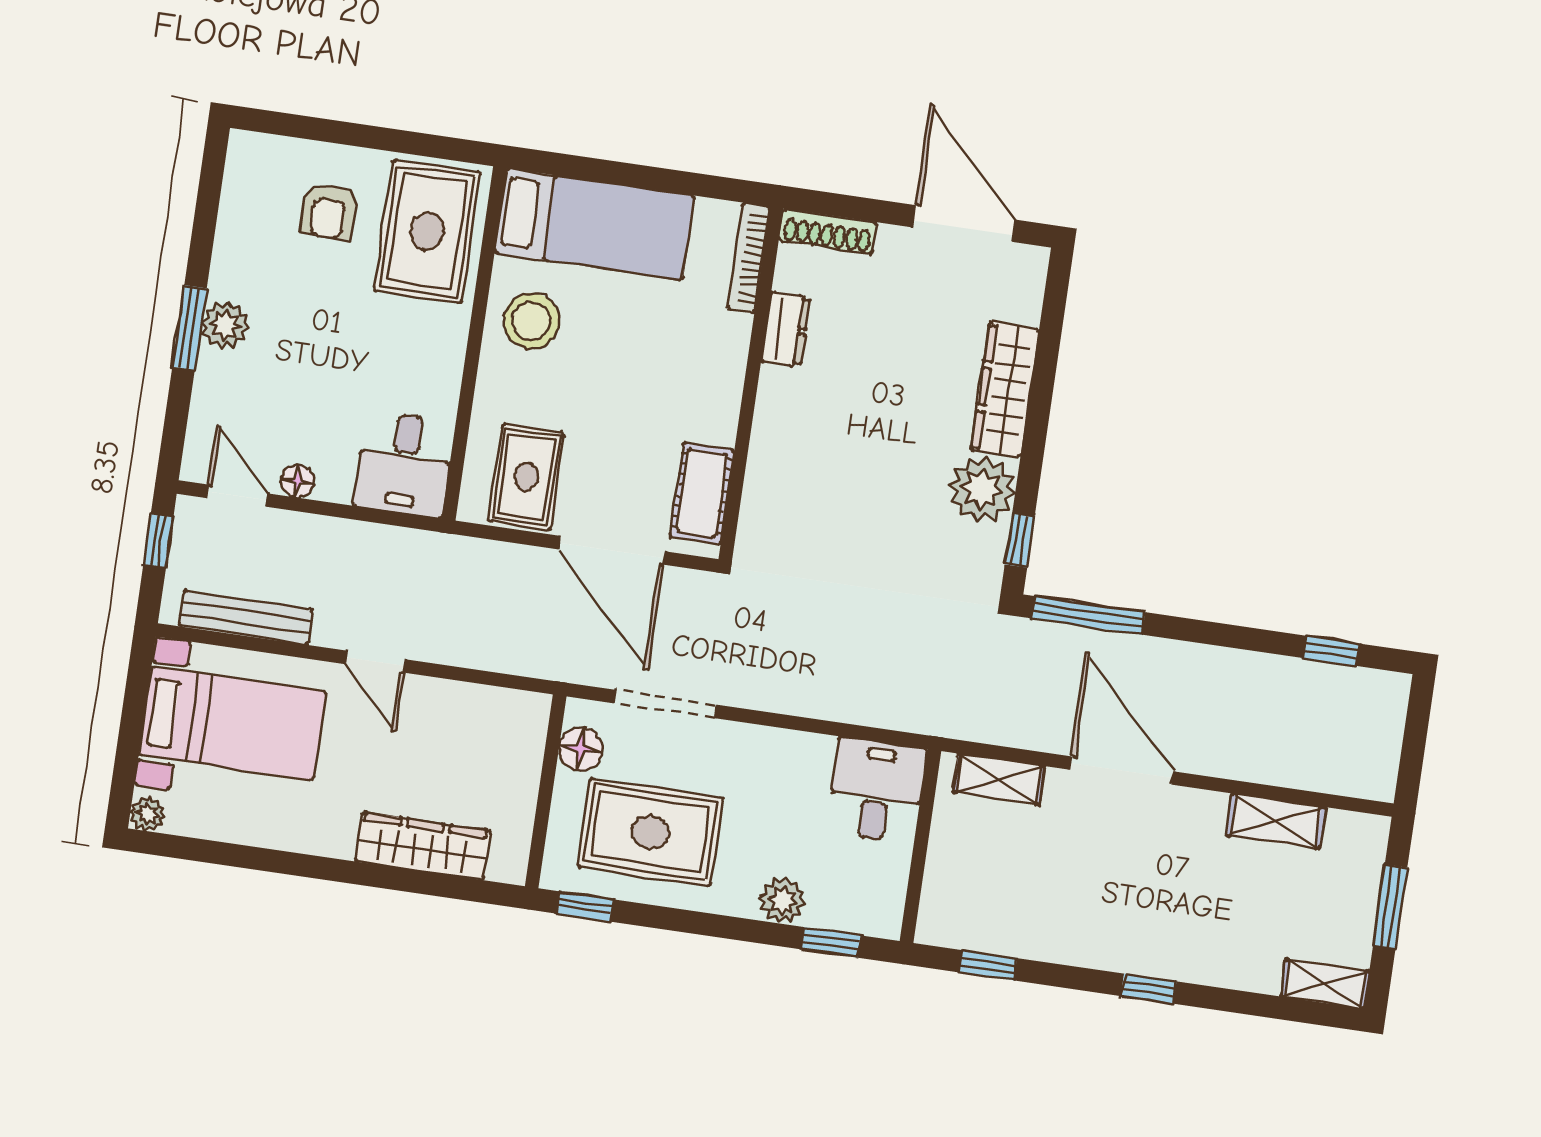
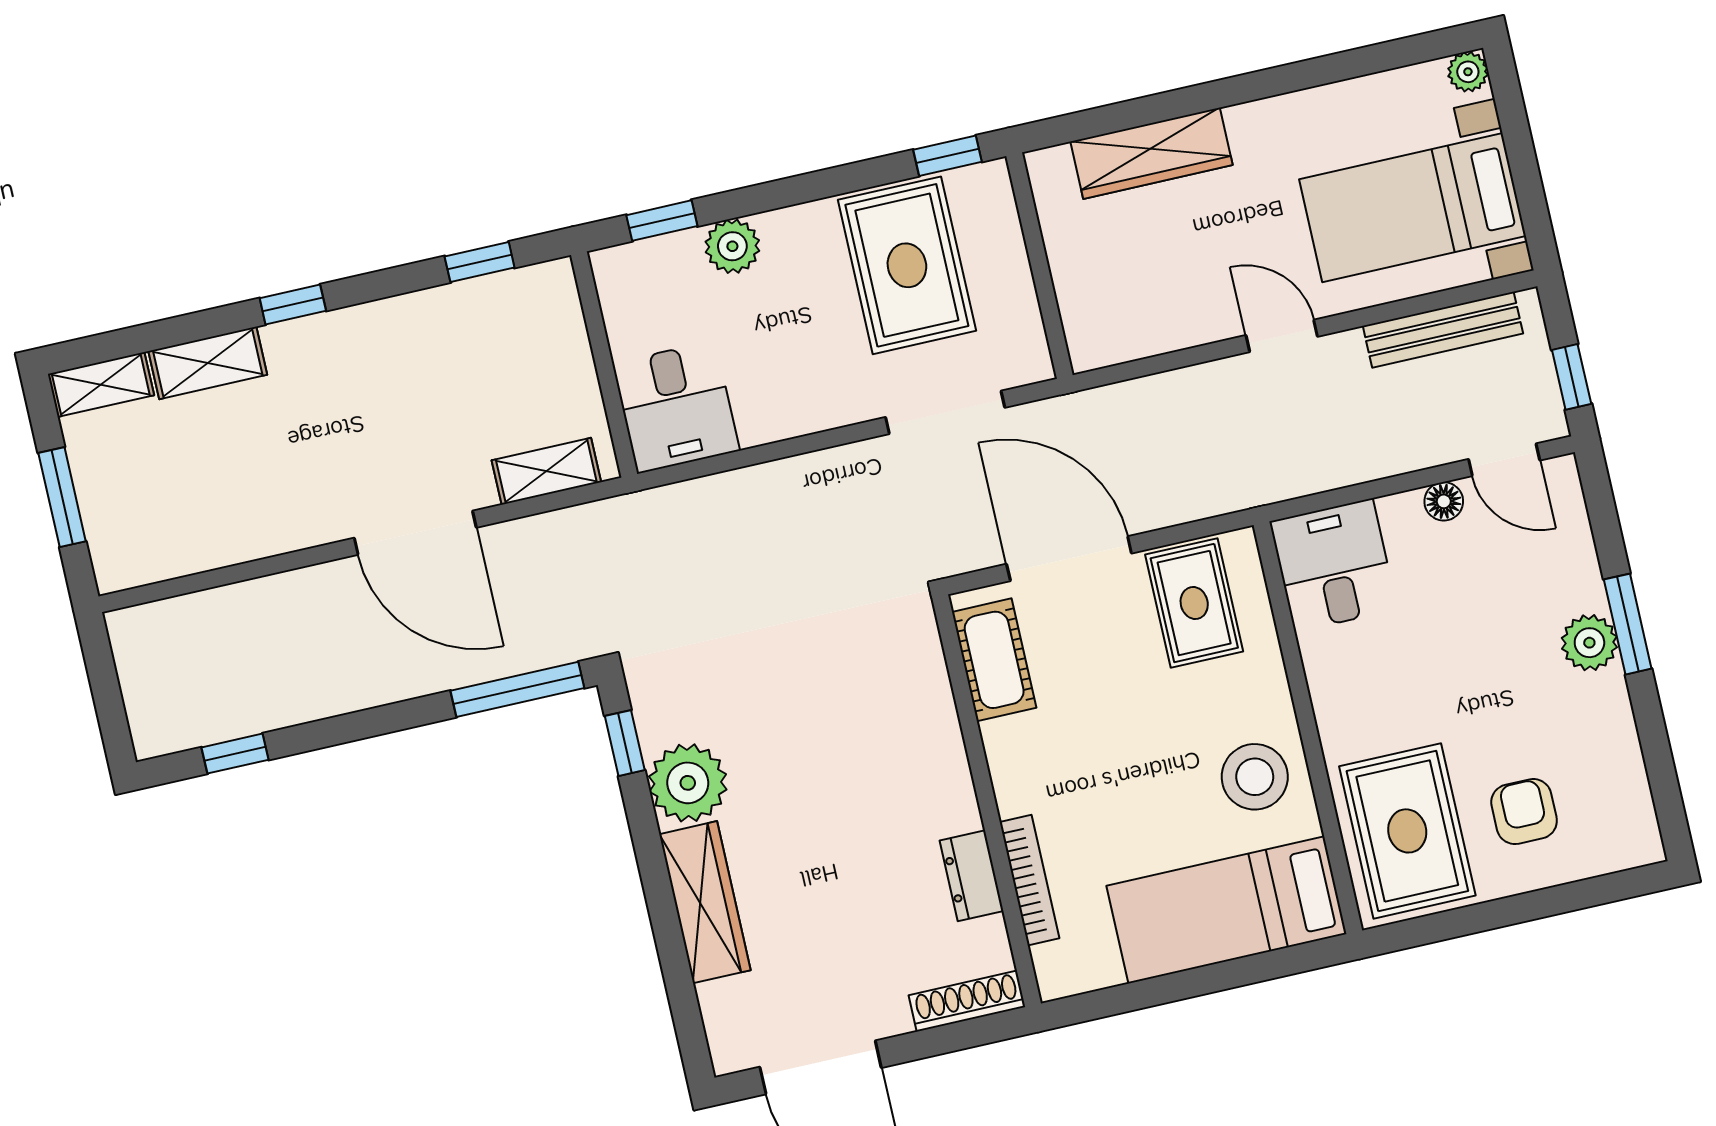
bookcase: (749, 258) -> (1029, 880), moved
floor lamp: (581, 749) -> (1019, 327), removed
shelving: (1276, 821) -> (208, 363), moved
rug: (650, 832) -> (907, 265), turned 90

